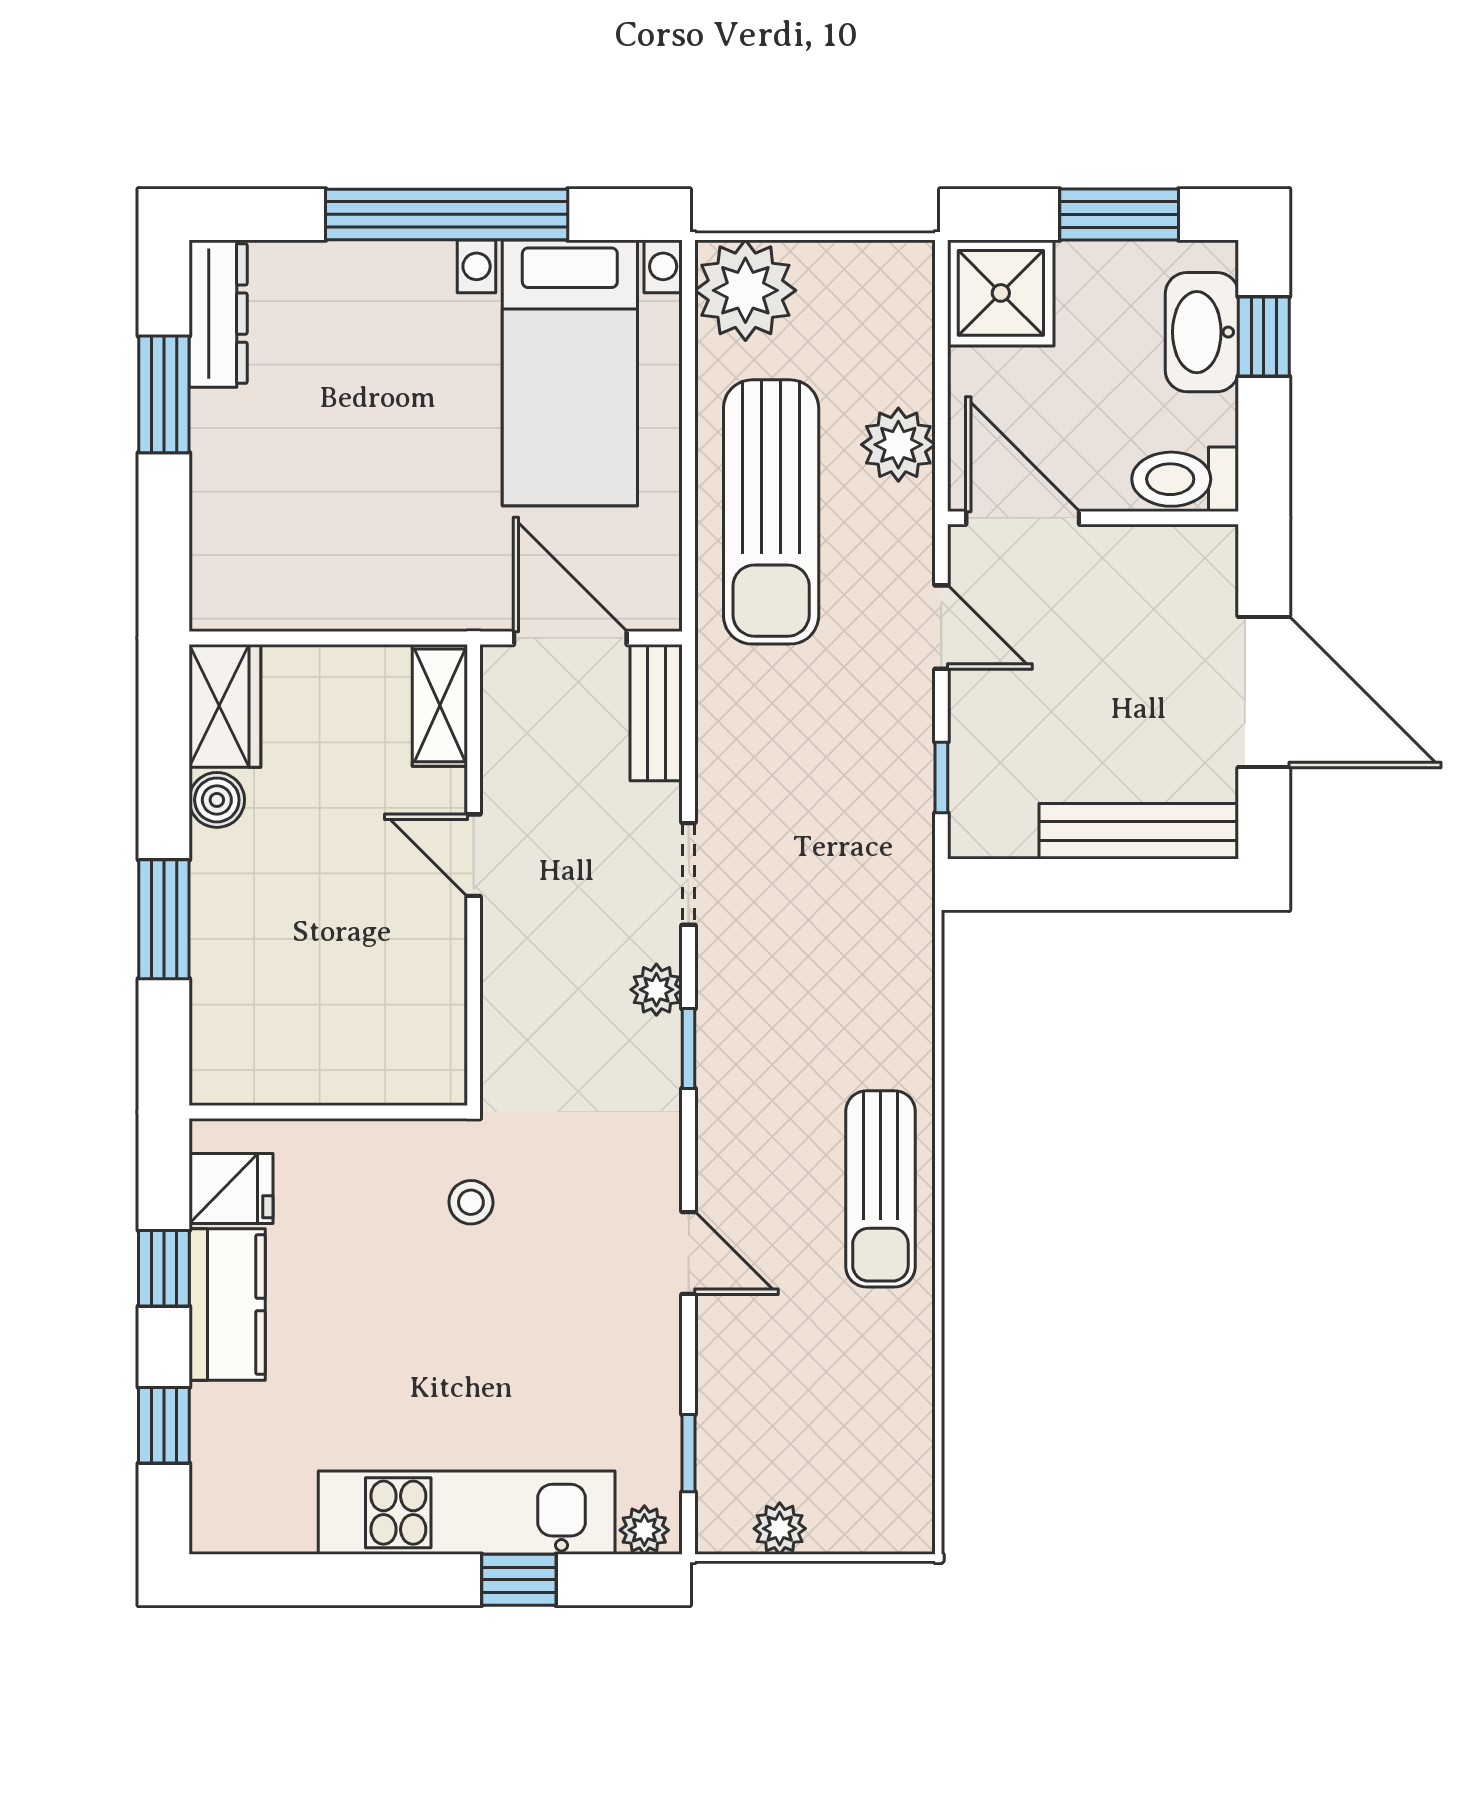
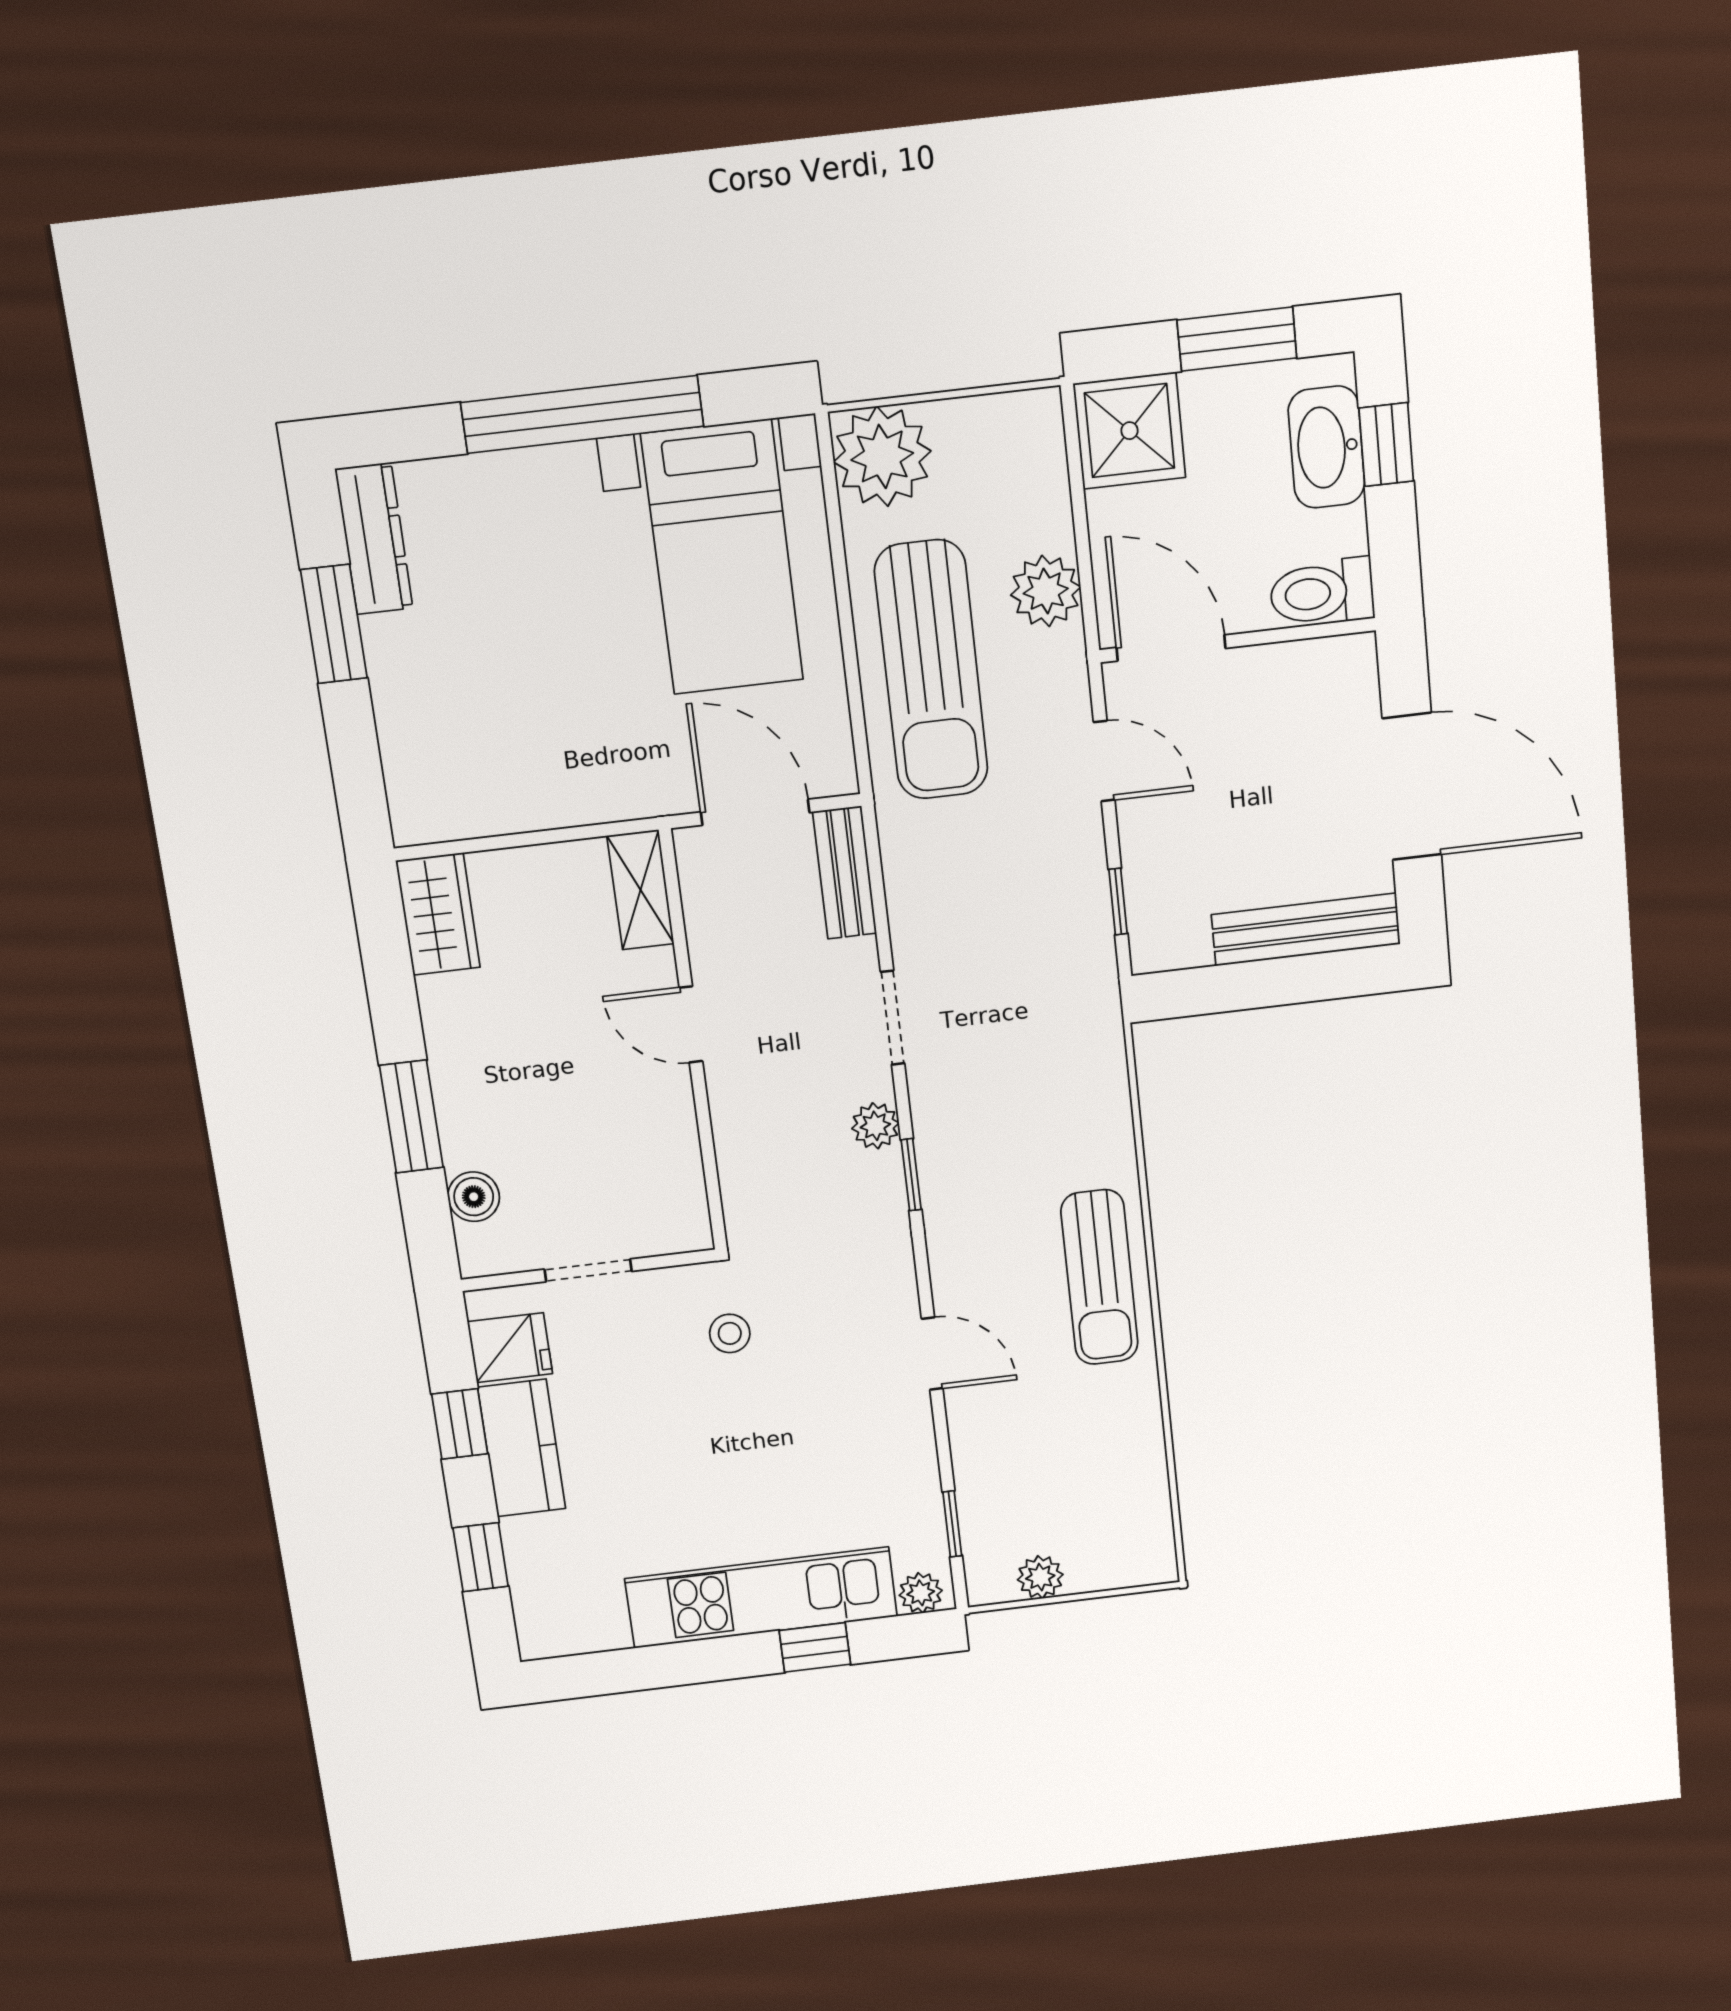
boiler: (217, 800) -> (474, 1197), moved
doorway: (328, 1112) -> (588, 1270), added

